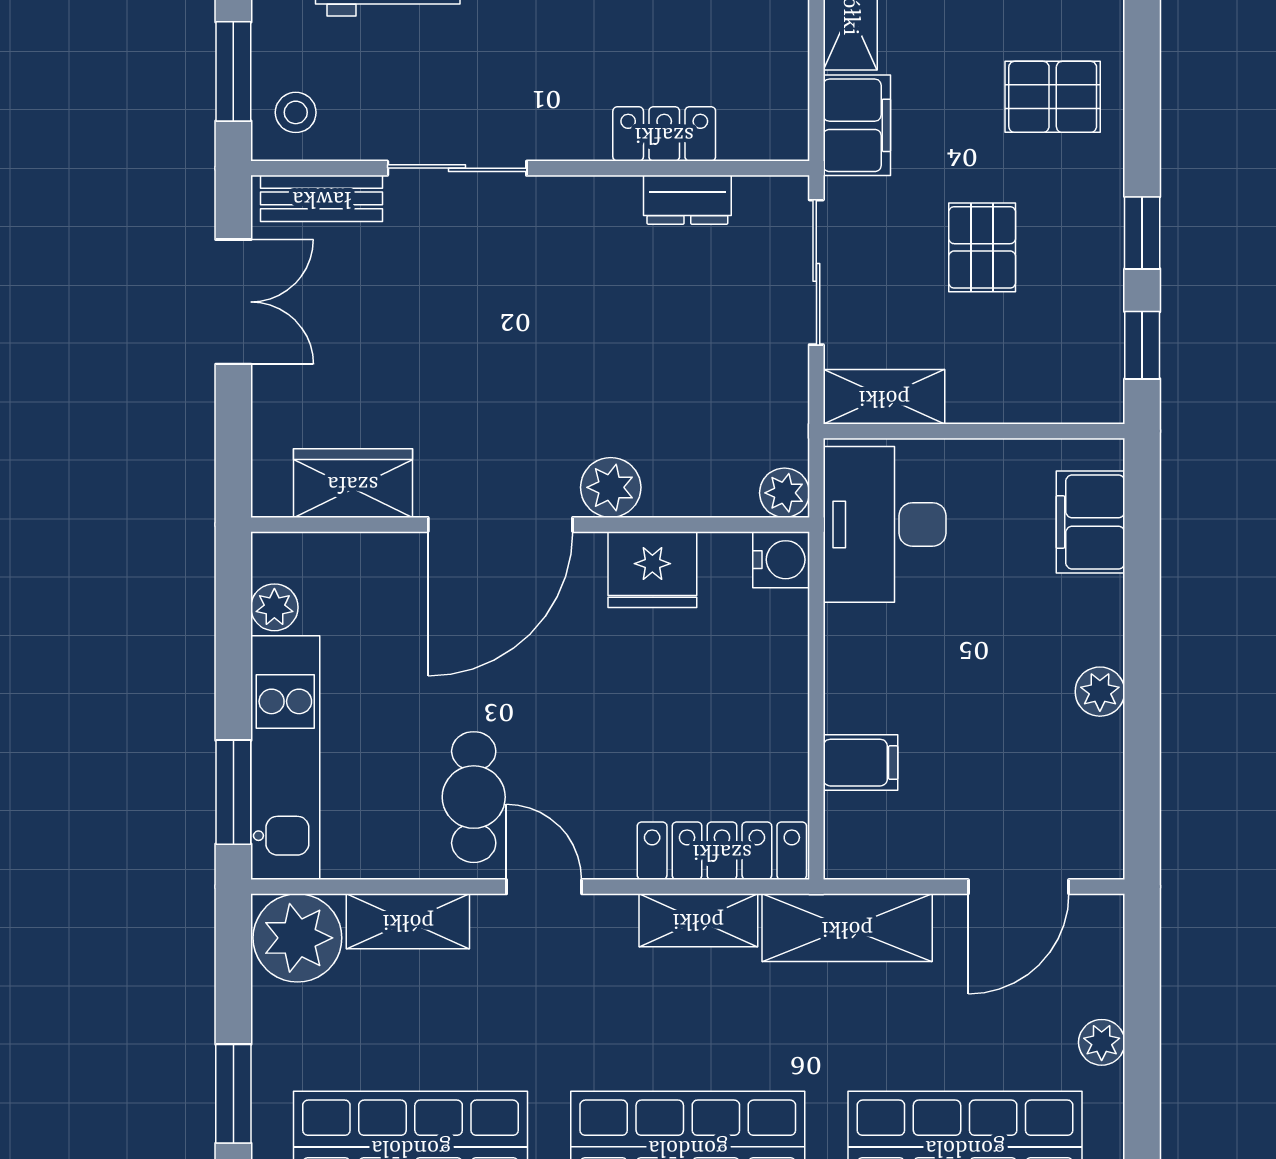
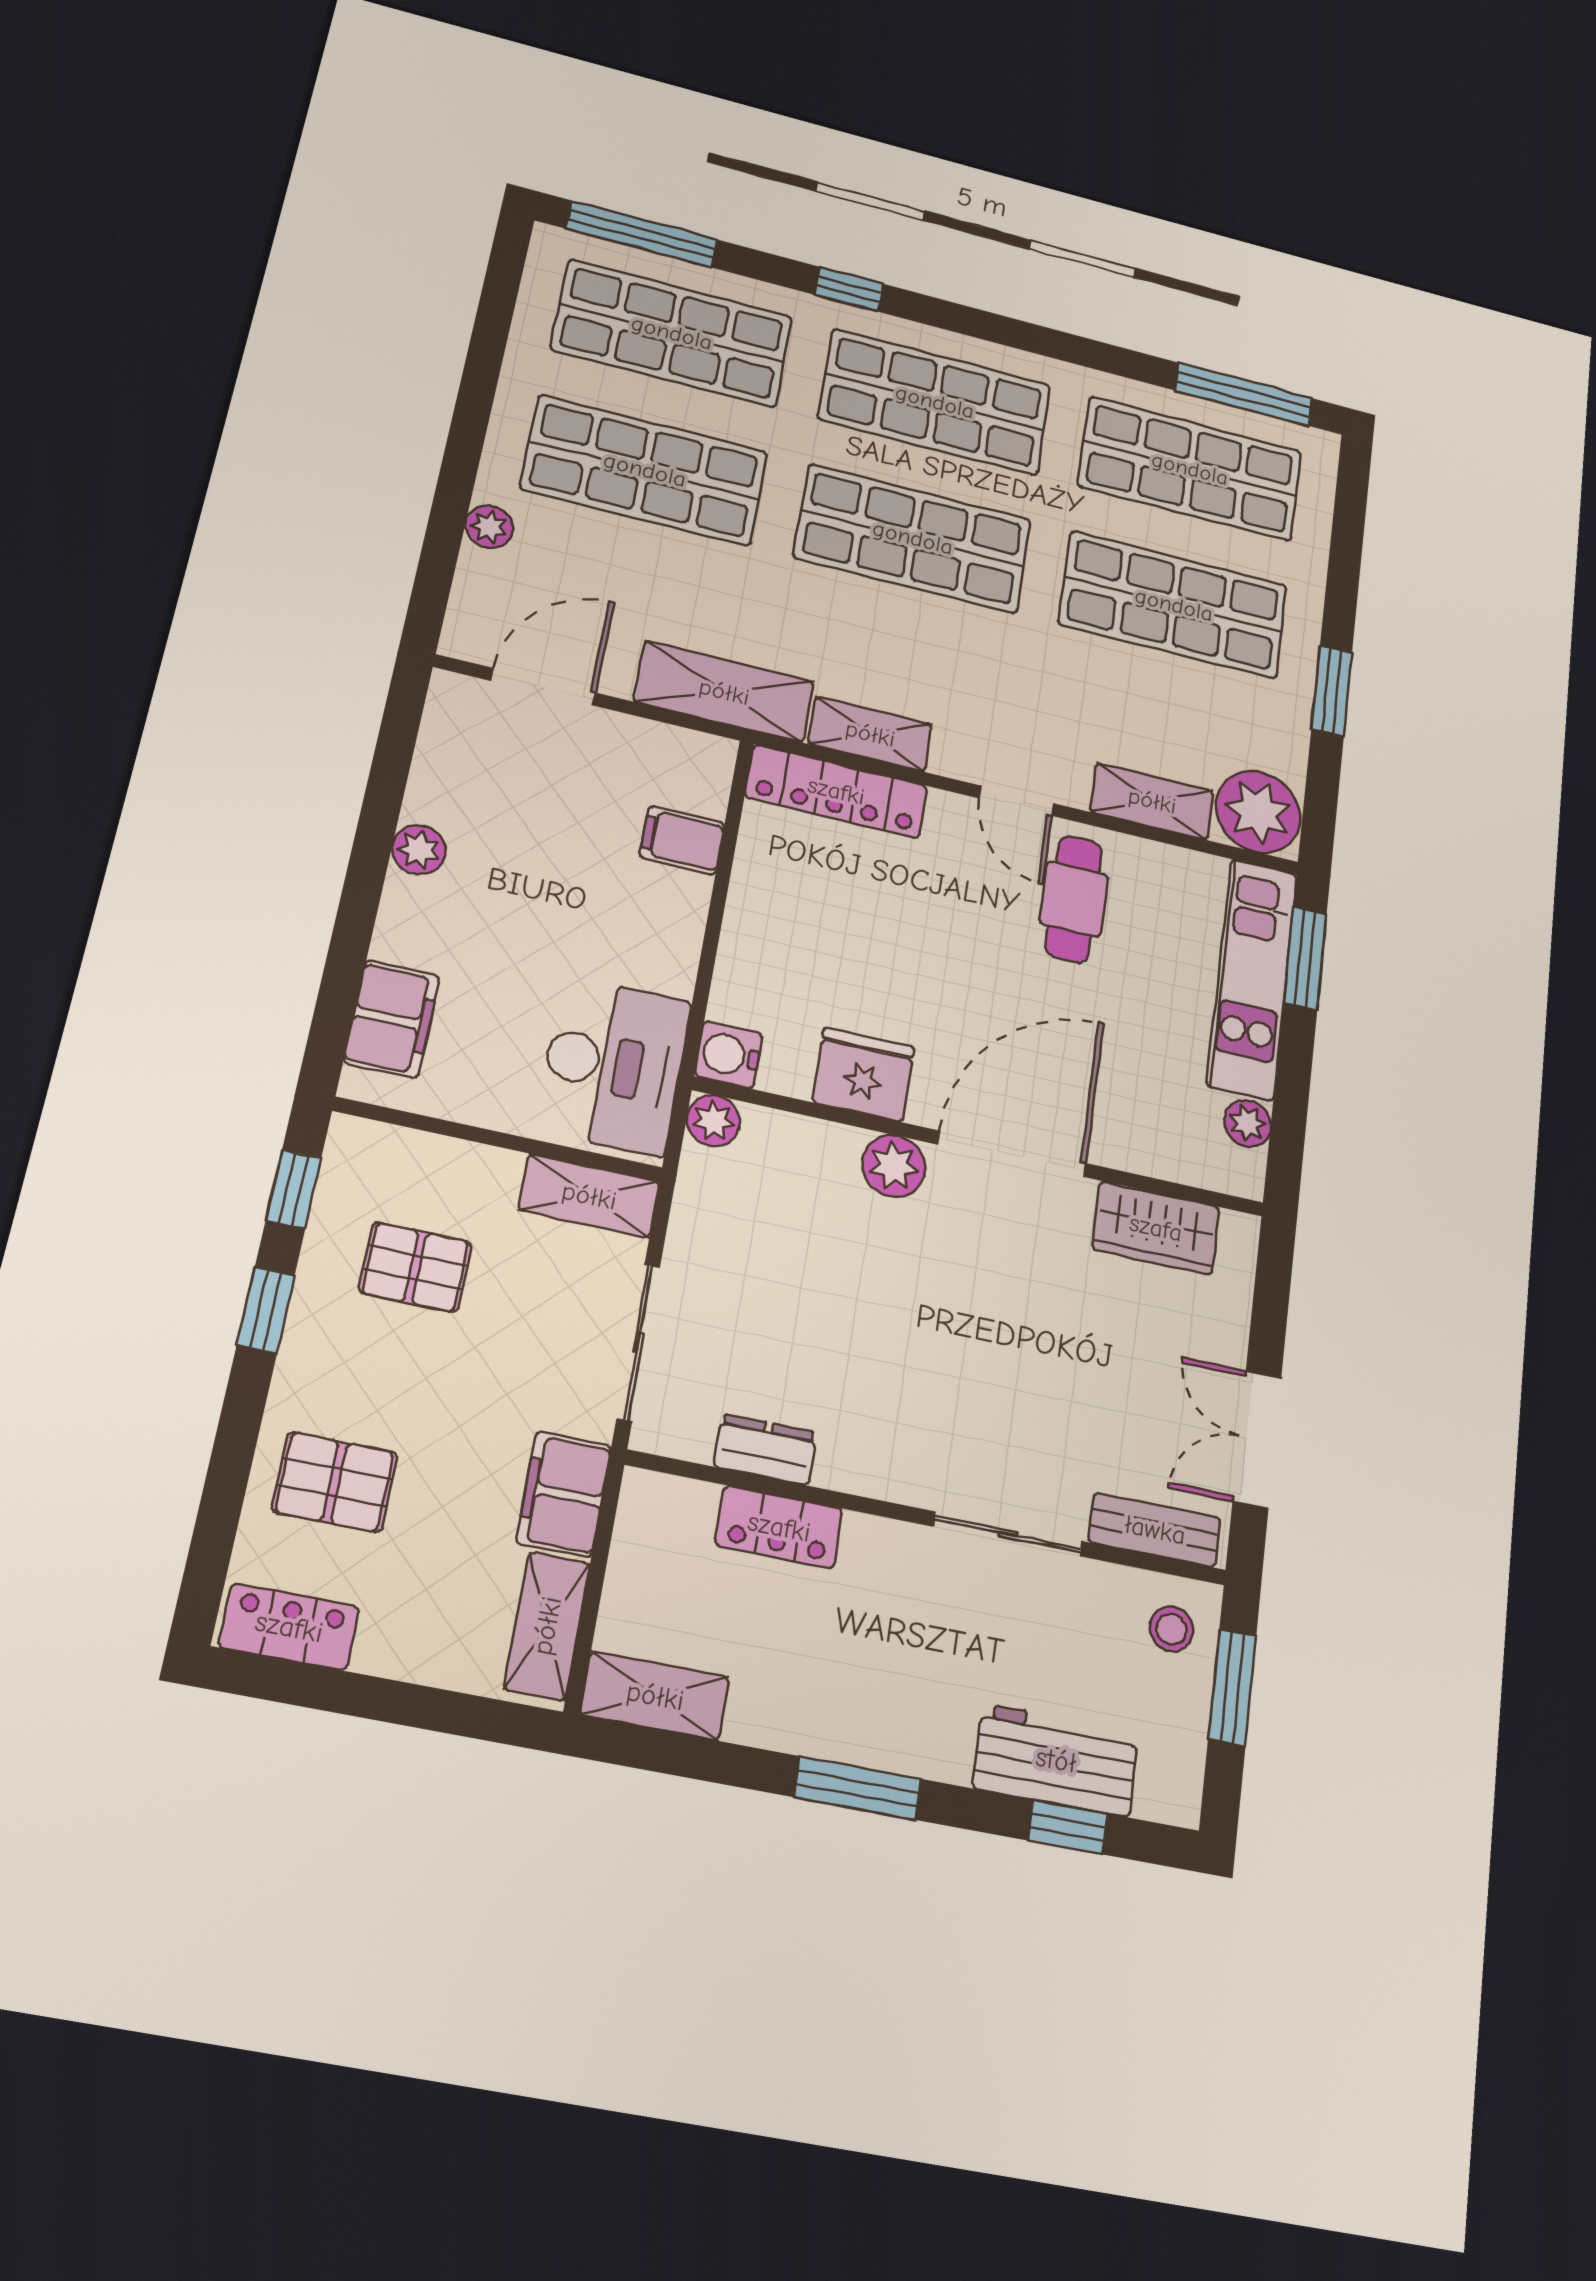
pallet: (982, 247) -> (415, 1267), moved, turned 90

